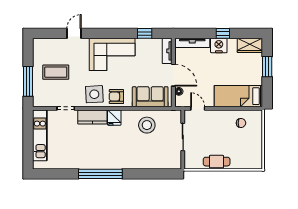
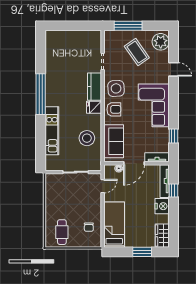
window: (223, 33) -> (173, 191), moved
plant: (45, 47) -> (161, 42), added
coffee table: (56, 72) -> (137, 52), turned -35
armchair: (116, 97) -> (114, 109), turned 90
kitchen unit: (40, 135) -> (52, 131), moved, turned -90
cafe table: (217, 162) -> (62, 232), moved

